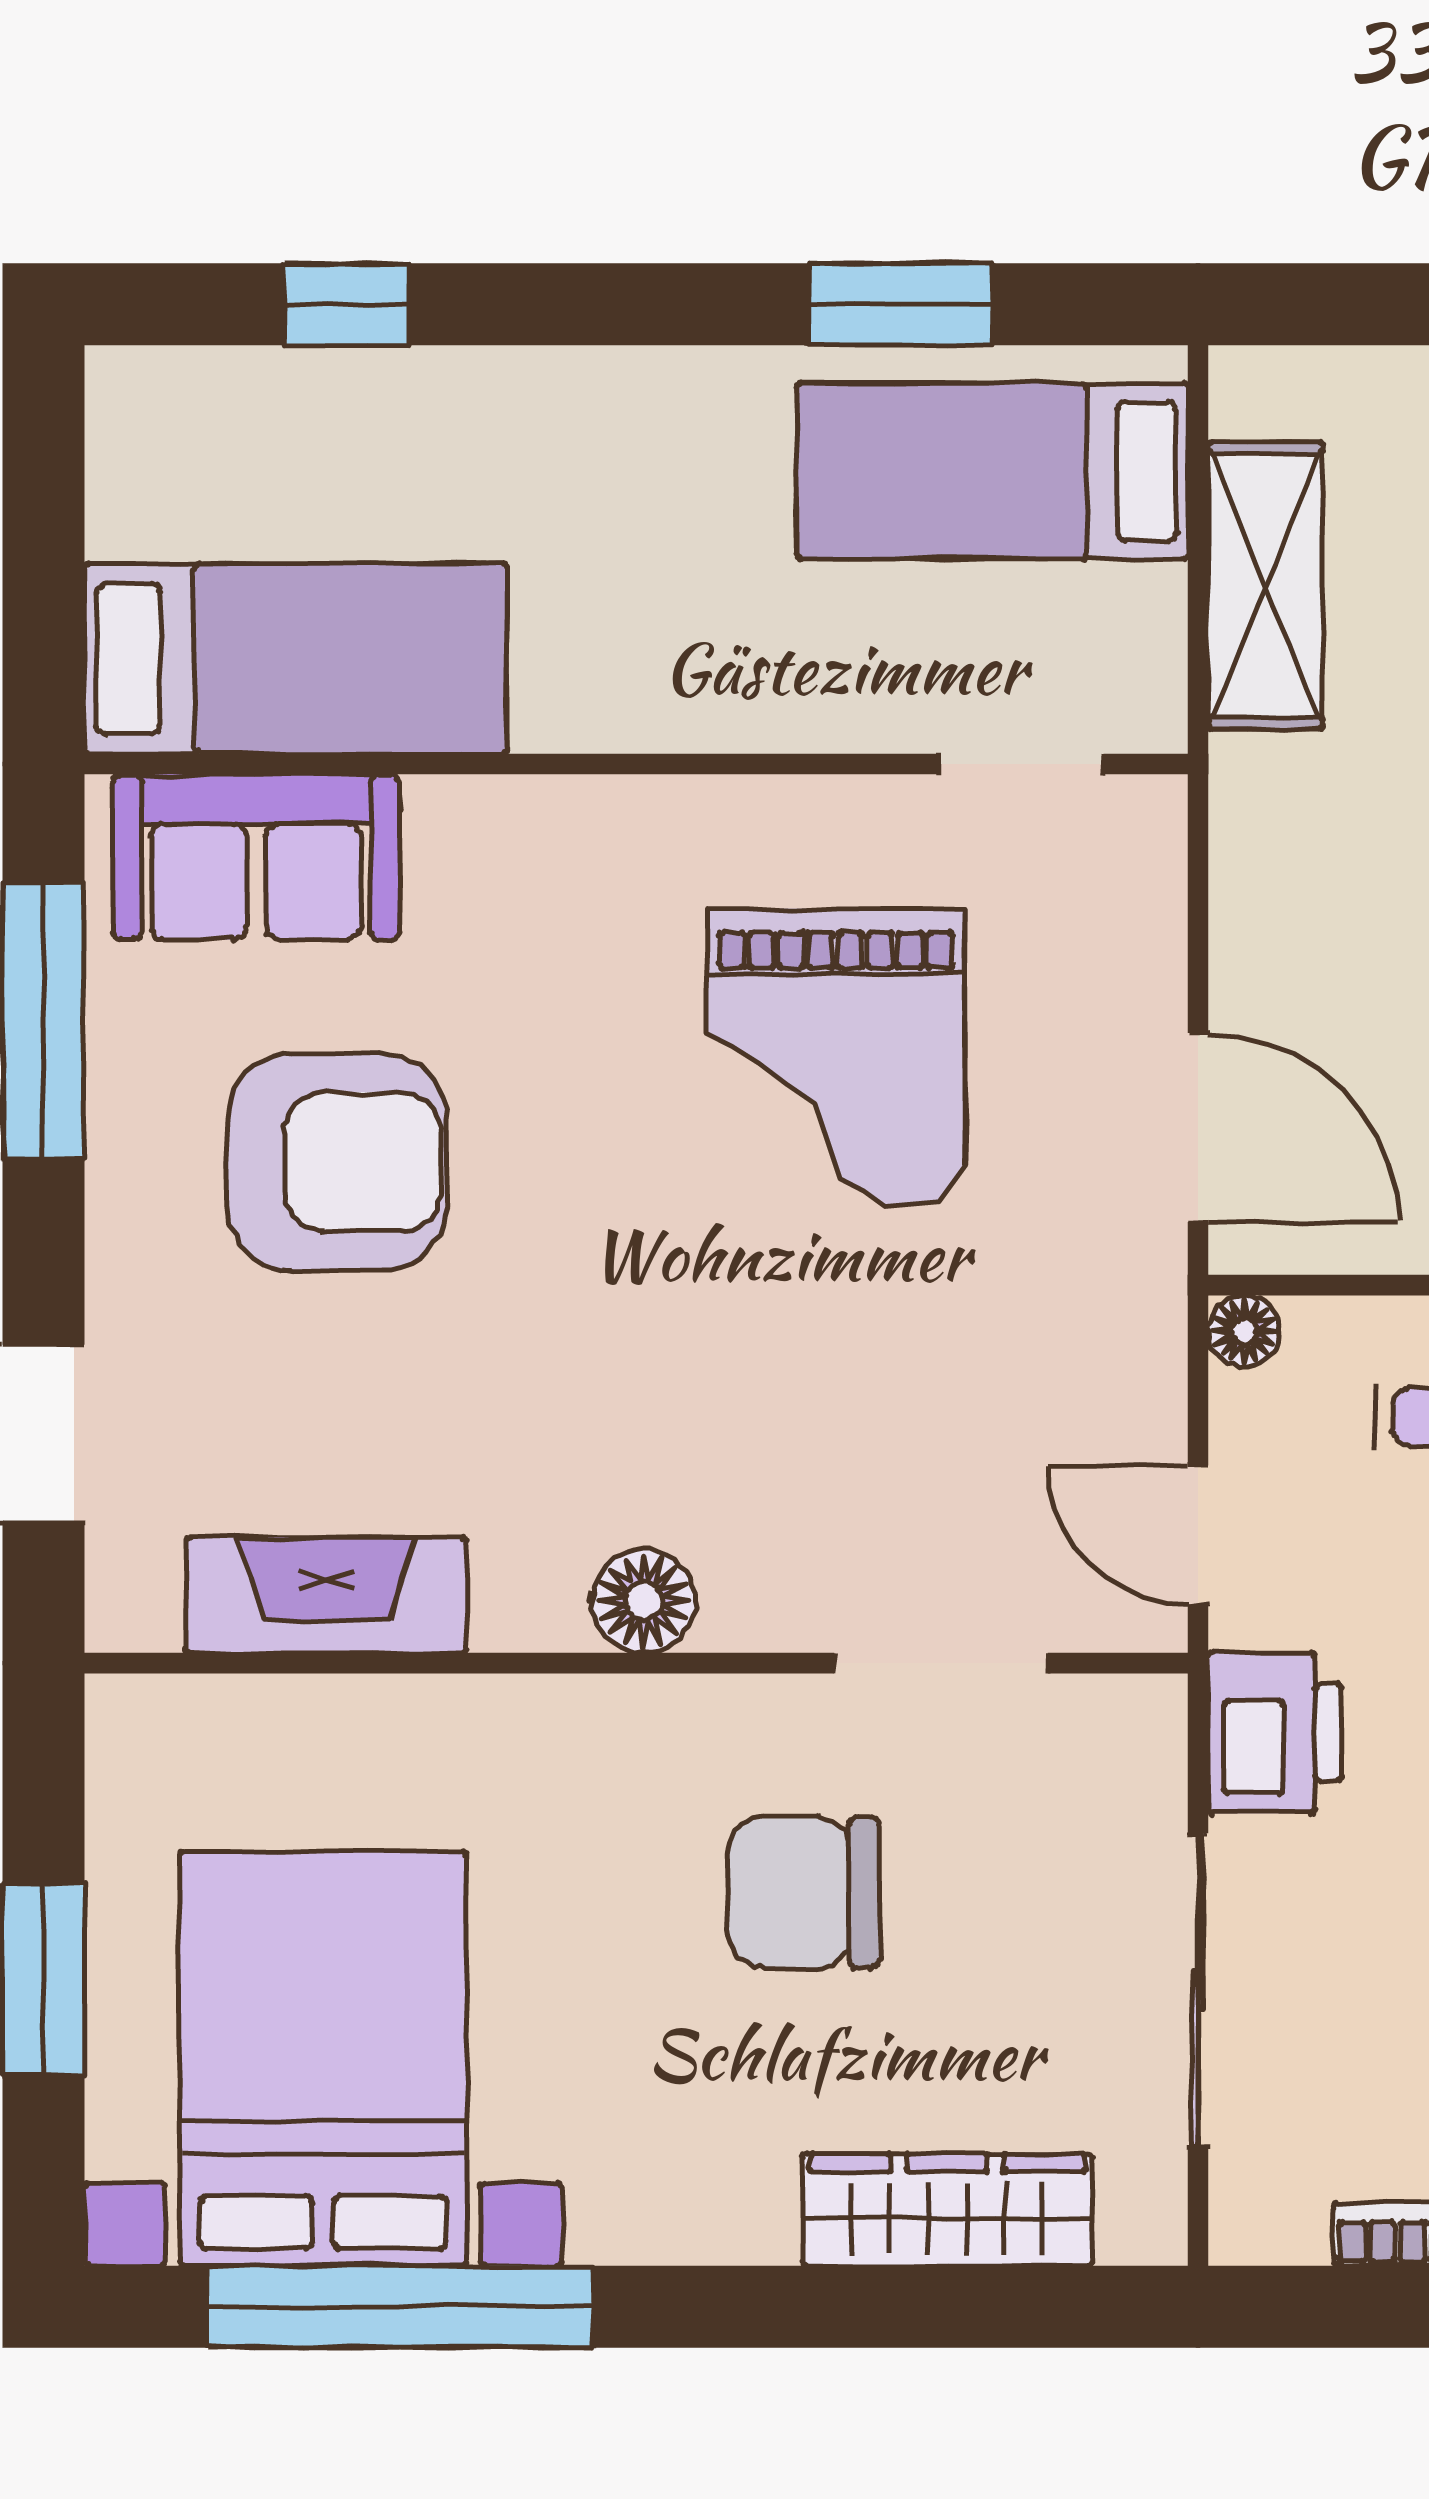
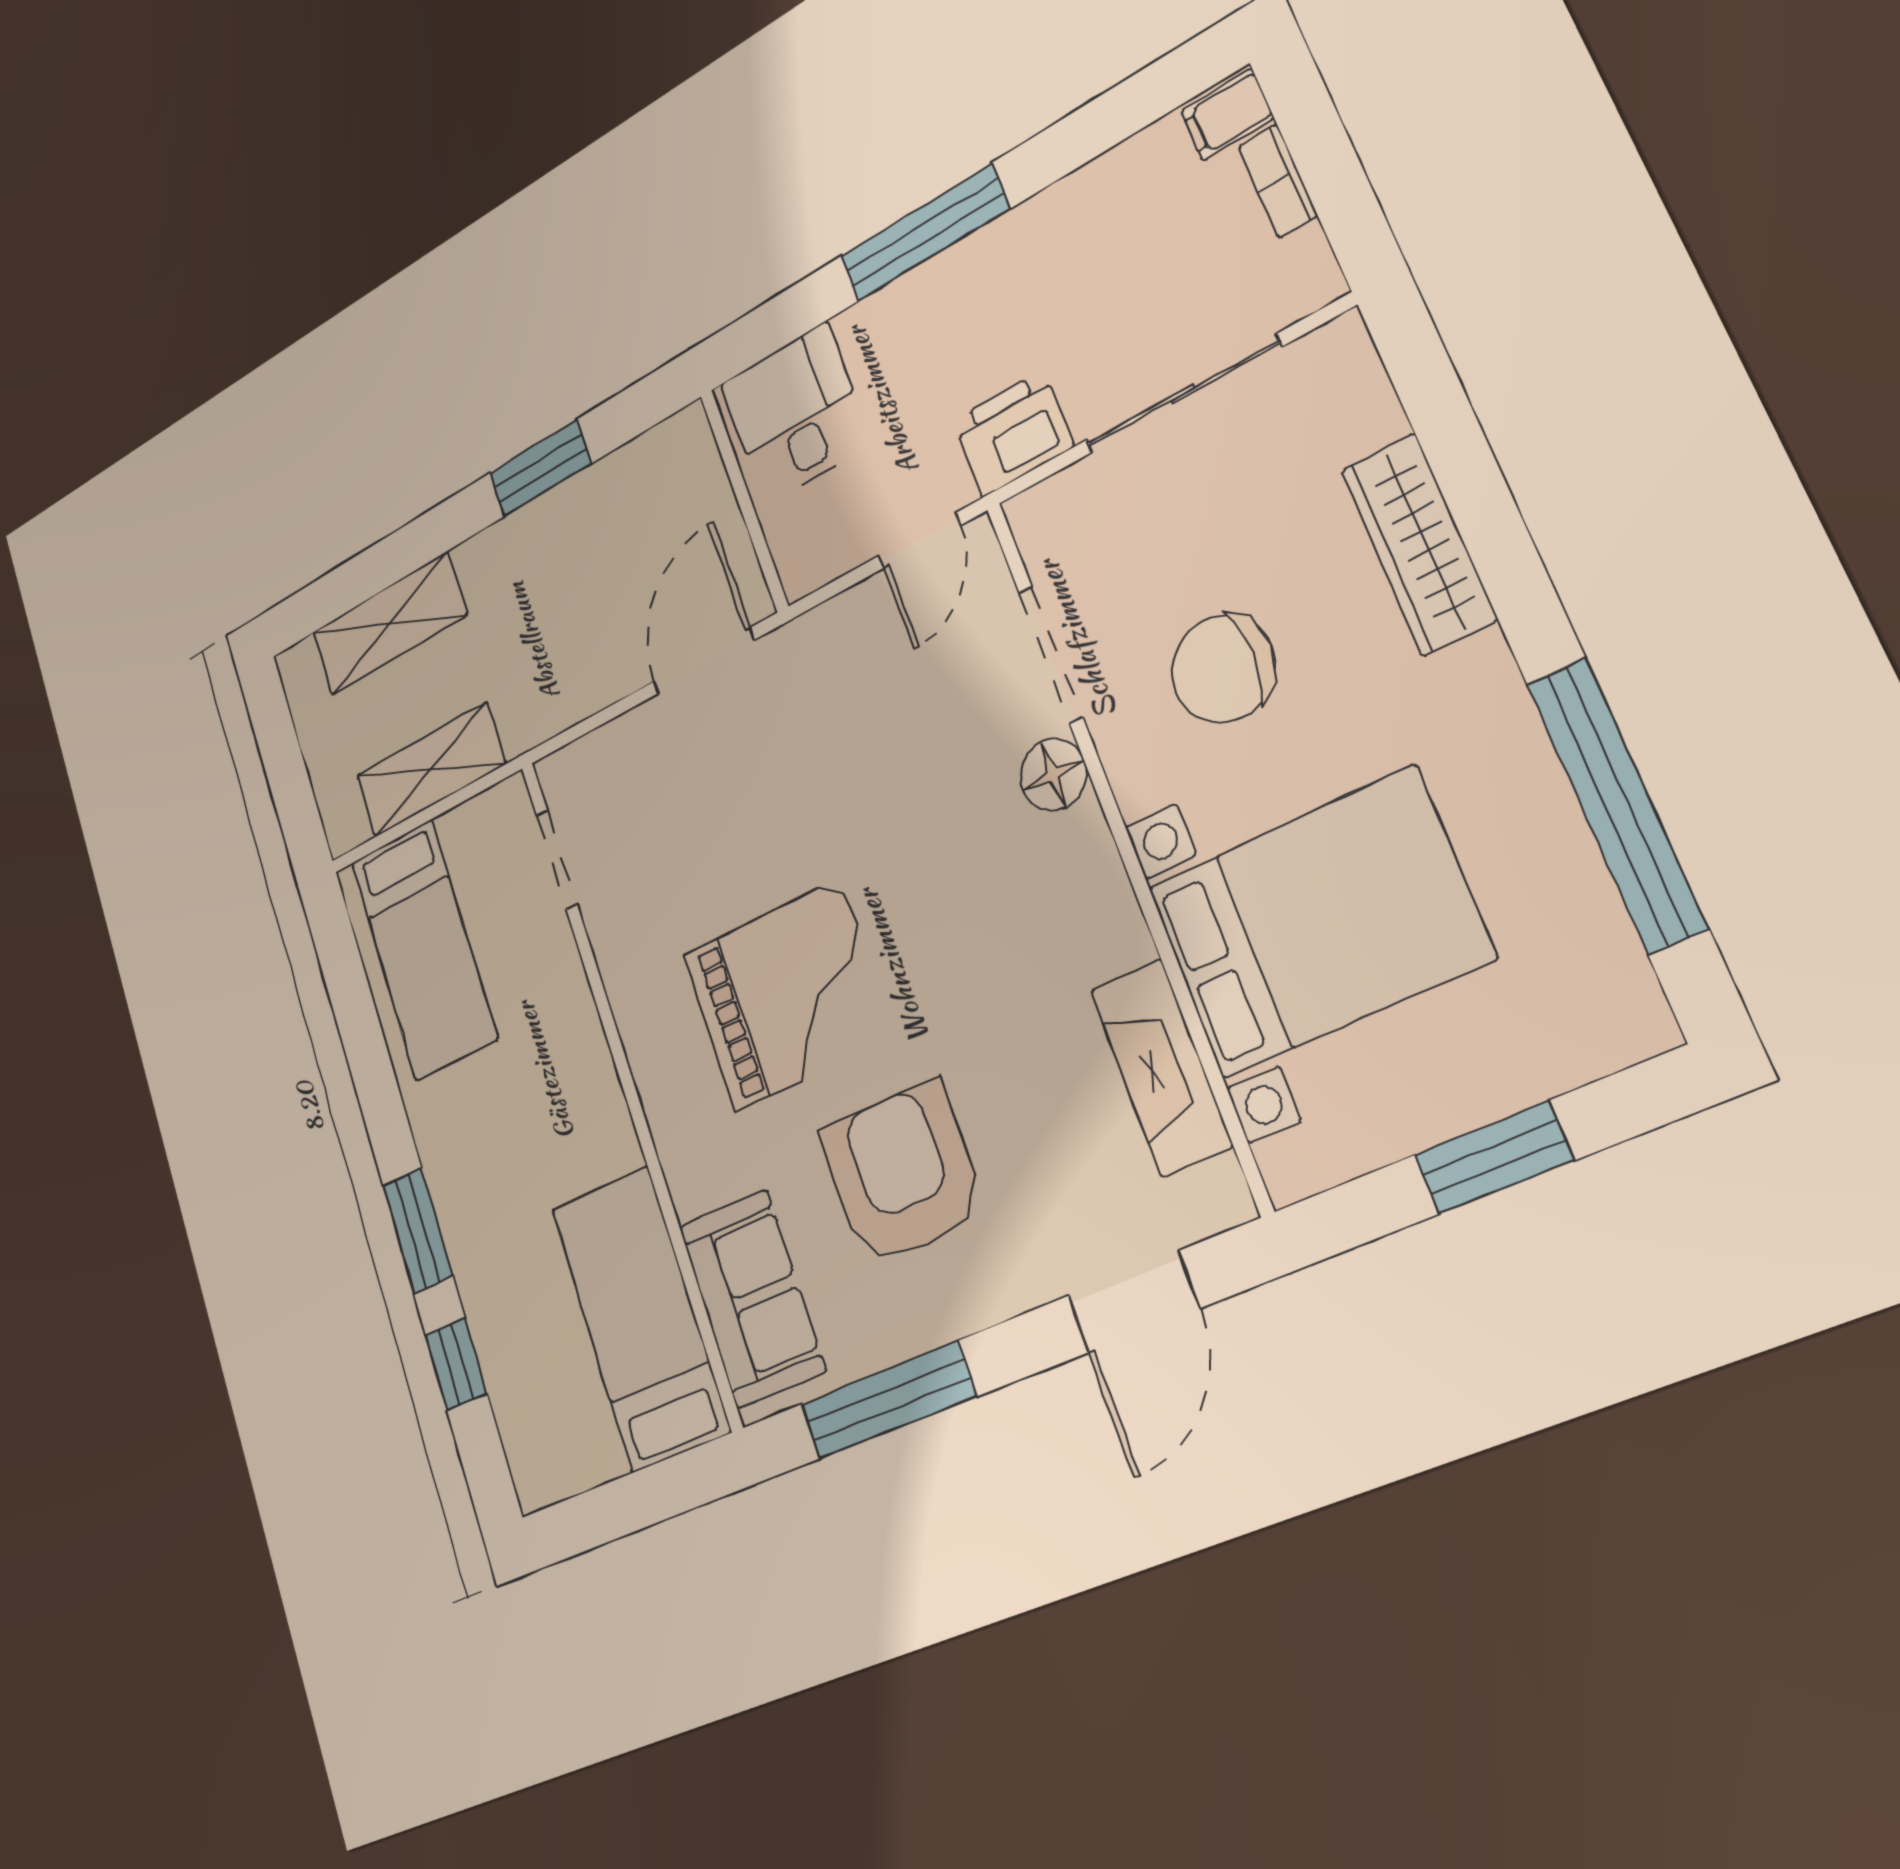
window: (900, 304) -> (418, 1231), moved
grand piano: (836, 1058) -> (788, 995), moved
floor lamp: (1244, 1331) -> (800, 575), removed
floor lamp: (644, 1601) -> (1053, 775), moved
chair: (803, 1893) -> (1223, 669), turned 90
bed with nightstands: (323, 2058) -> (1318, 923), moved, turned 180
wardrobe: (947, 2210) -> (1419, 544), moved

